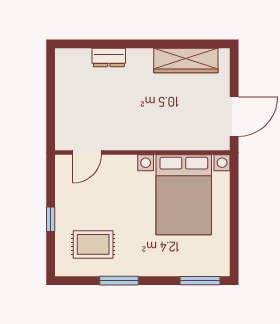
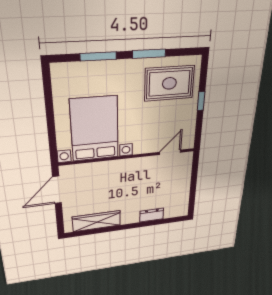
rug: (93, 244) -> (169, 83), width x1.36, depth x1.43
window: (200, 281) -> (98, 56), moved

